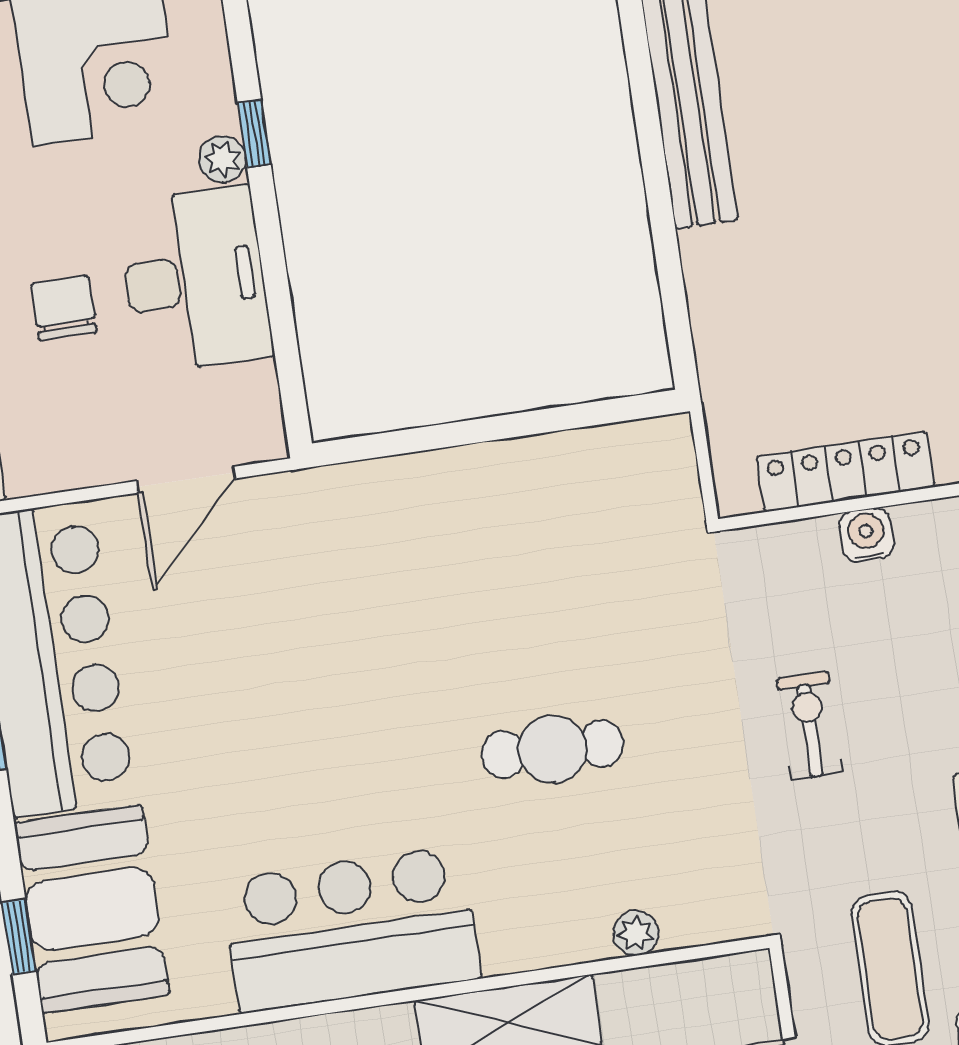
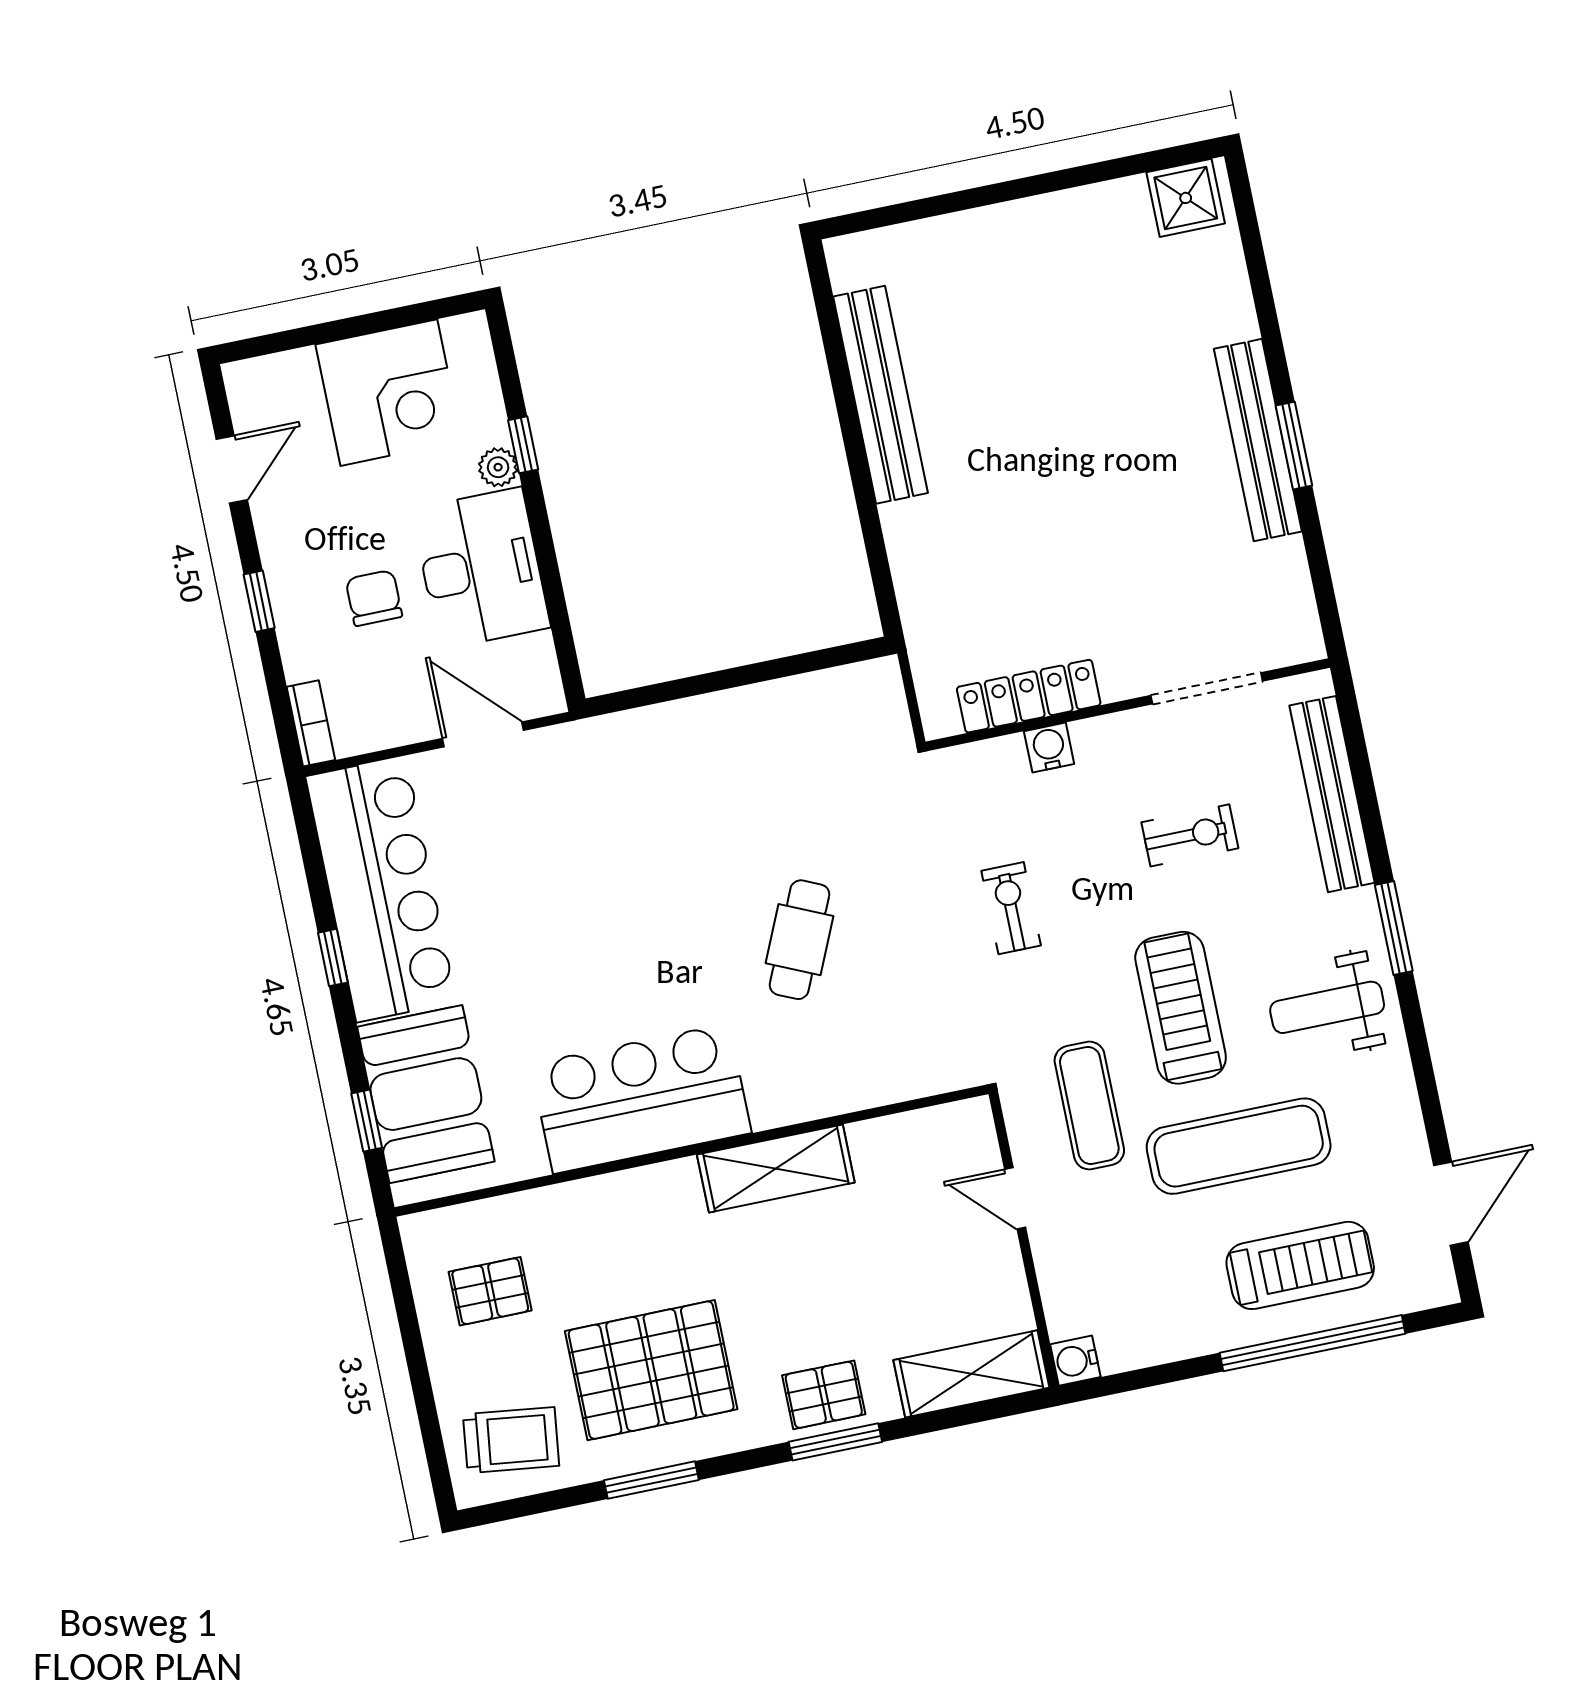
door: (186, 480) -> (483, 734), swing flipped
cafe table: (553, 749) -> (799, 940), turned -68
plant: (636, 933) -> (877, 1088), removed

